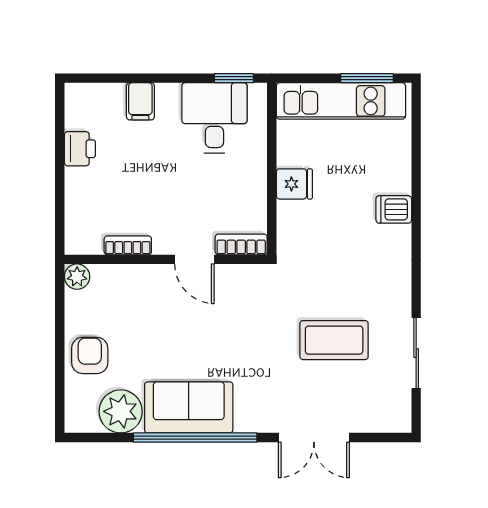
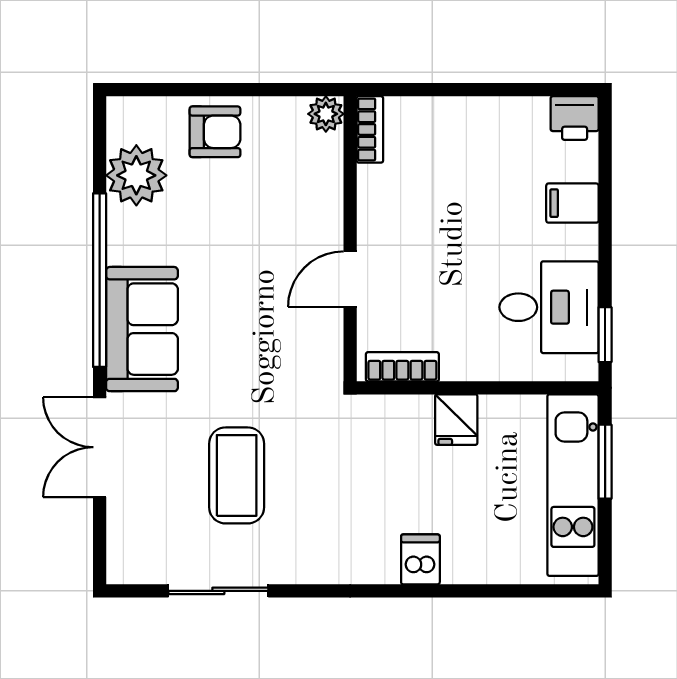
window: (367, 78) -> (605, 462), moved
printer: (80, 149) -> (575, 118), moved
bookcase: (241, 244) -> (402, 367), moved, turned -90
bookcase: (128, 245) -> (370, 129), moved
sofa: (189, 407) -> (142, 329), moved

